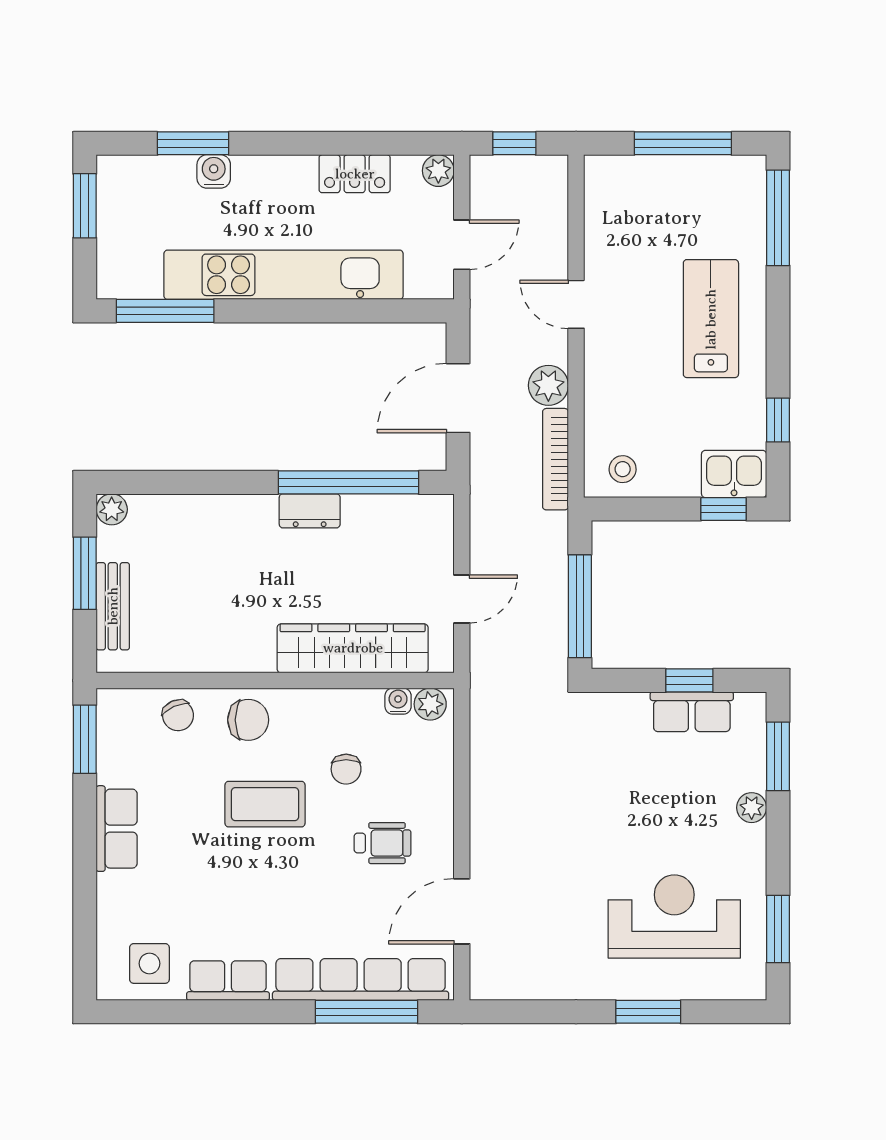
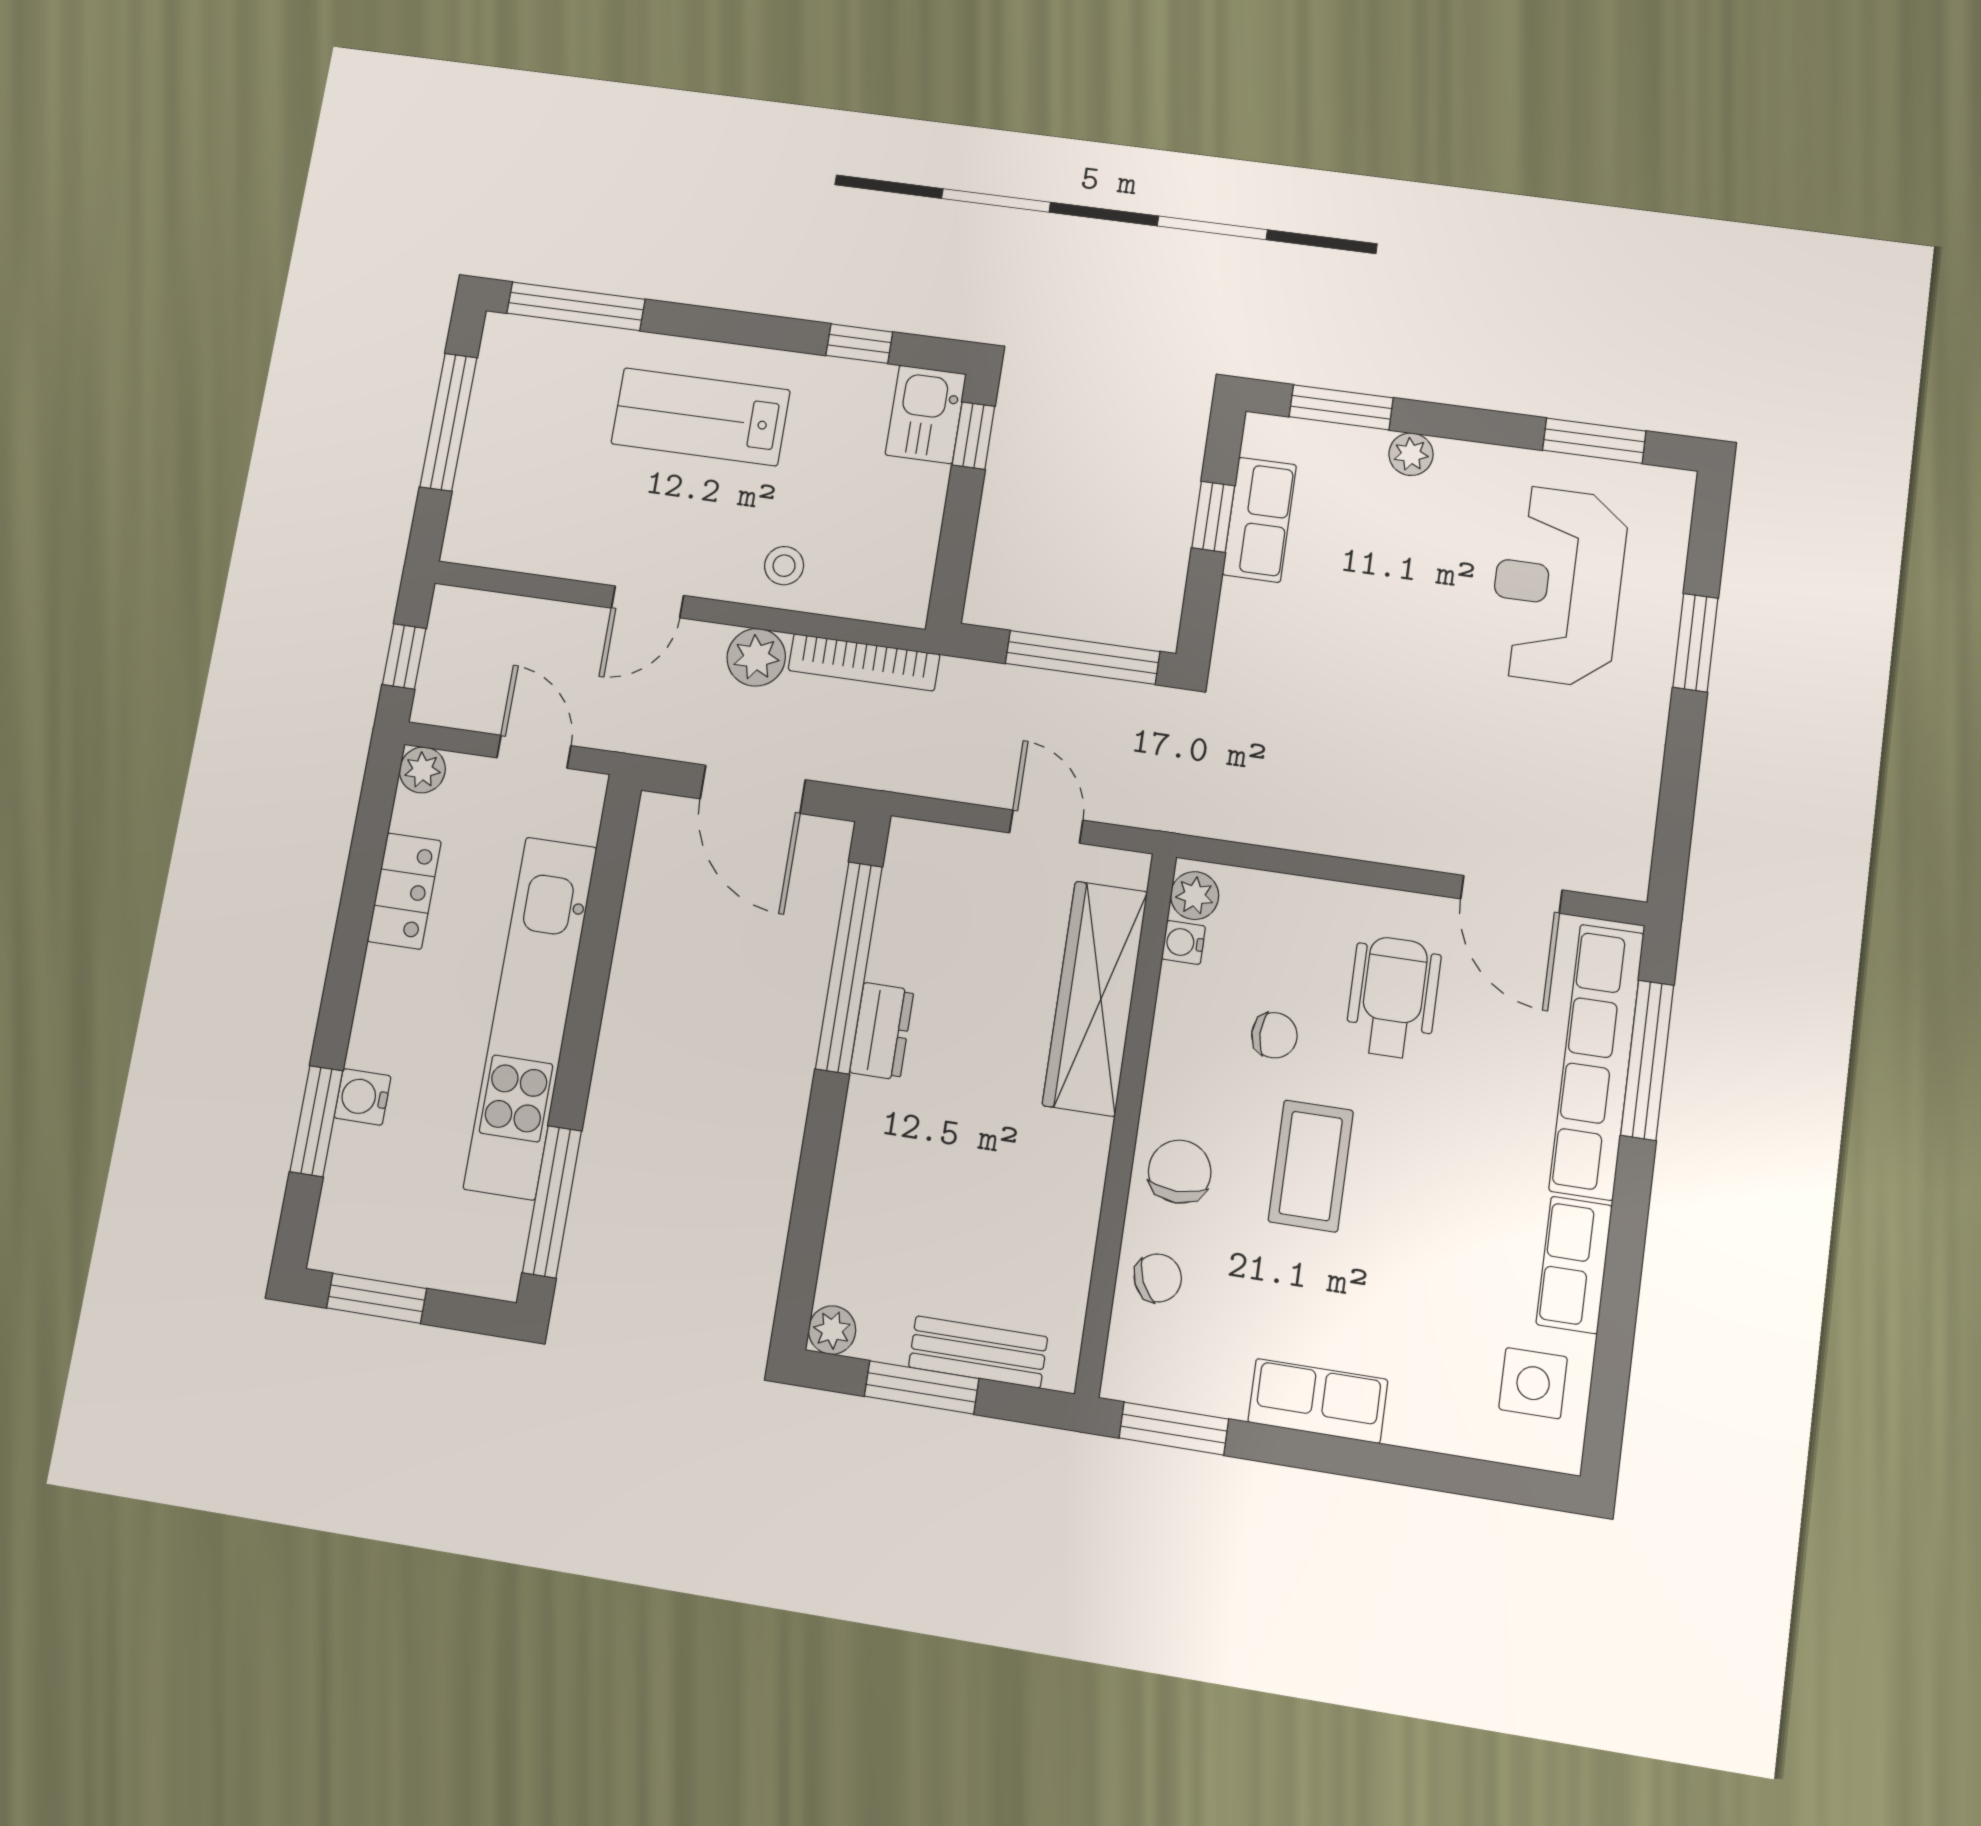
stool: (623, 469) -> (784, 566), moved
wheelchair: (382, 843) -> (1393, 997), width x1.36, depth x1.37

